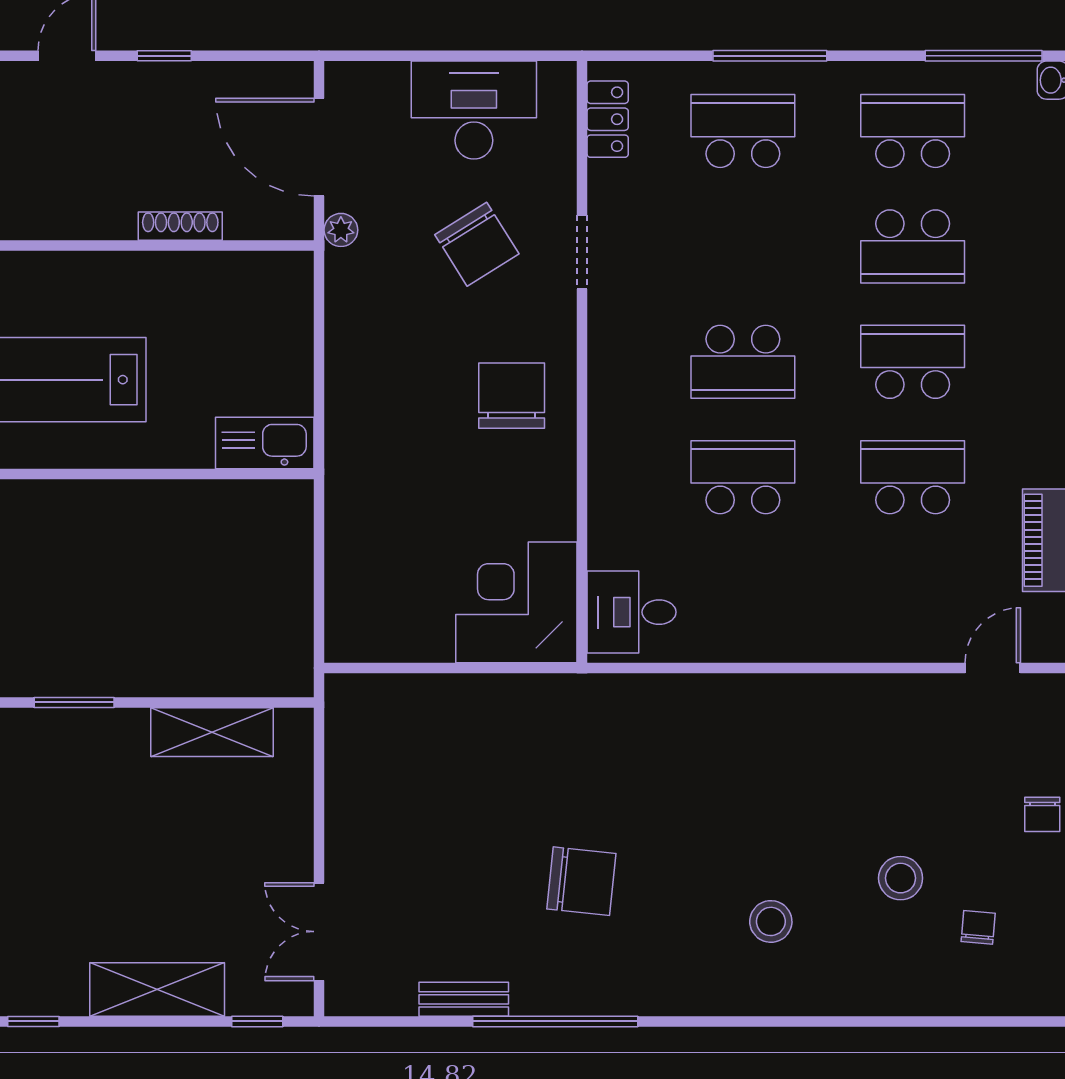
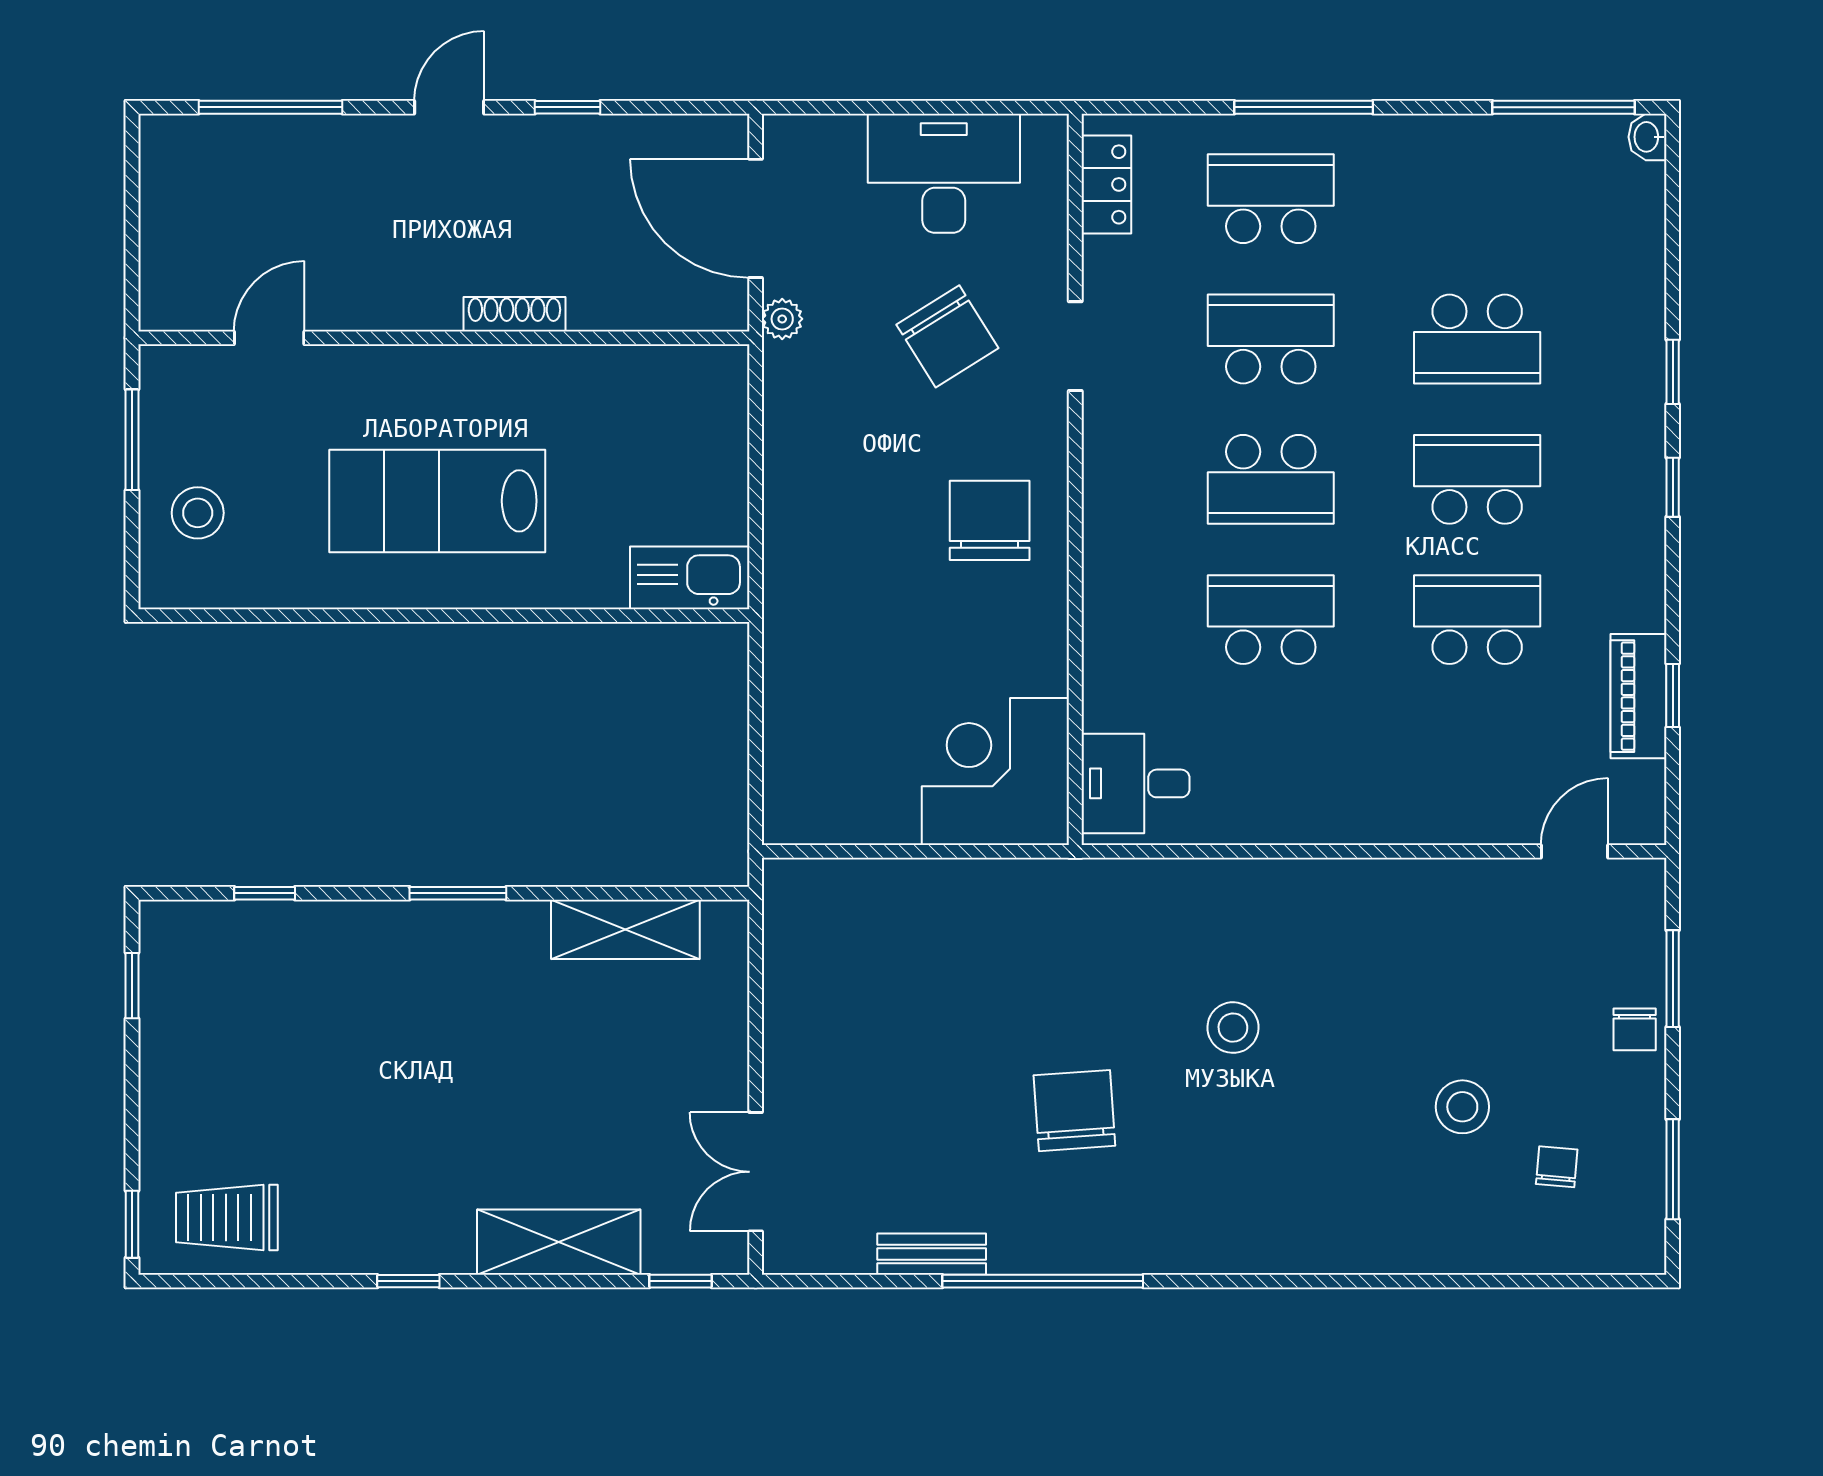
school desk: (913, 131) -> (1271, 339), moved
shoe rack: (180, 226) -> (514, 314), moved
chair: (581, 881) -> (1074, 1111), turned -100
stool: (771, 921) -> (1233, 1028), moved

